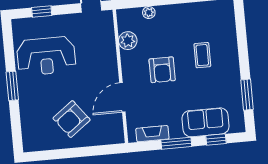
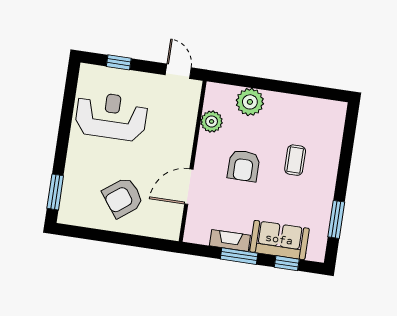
plant: (149, 13) -> (250, 102), width x1.87, depth x1.87
reception desk: (46, 56) -> (111, 116), turned 180
window: (12, 86) -> (55, 192), moved
fireplace: (152, 134) -> (230, 240), moved

